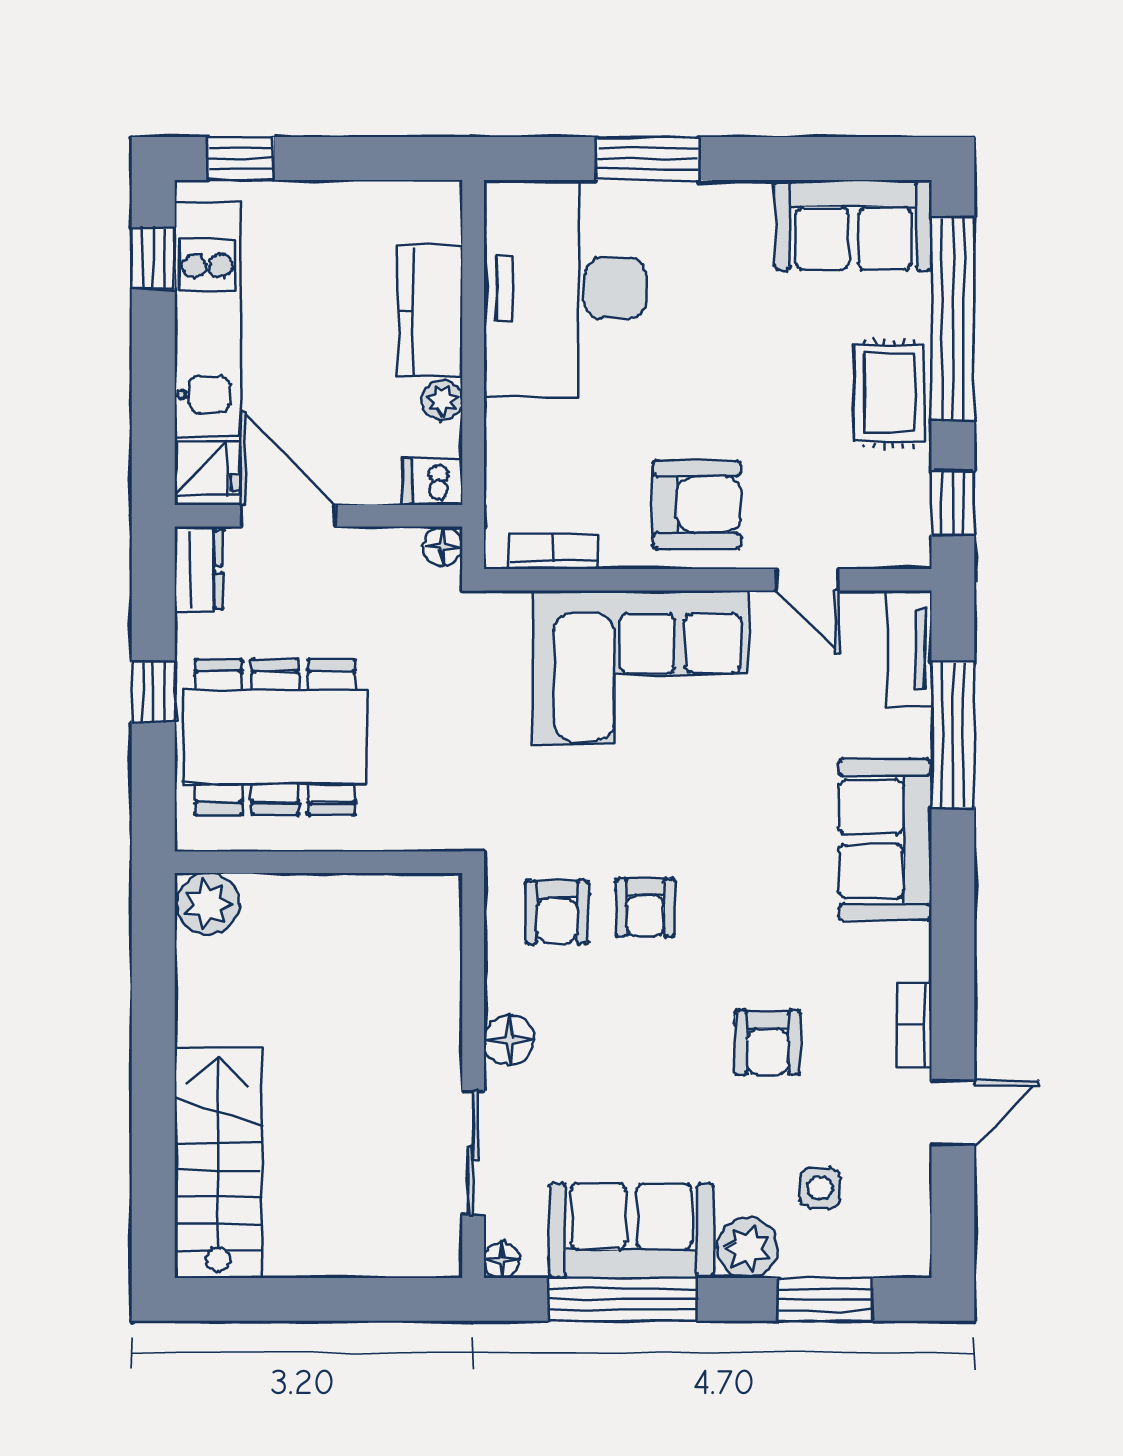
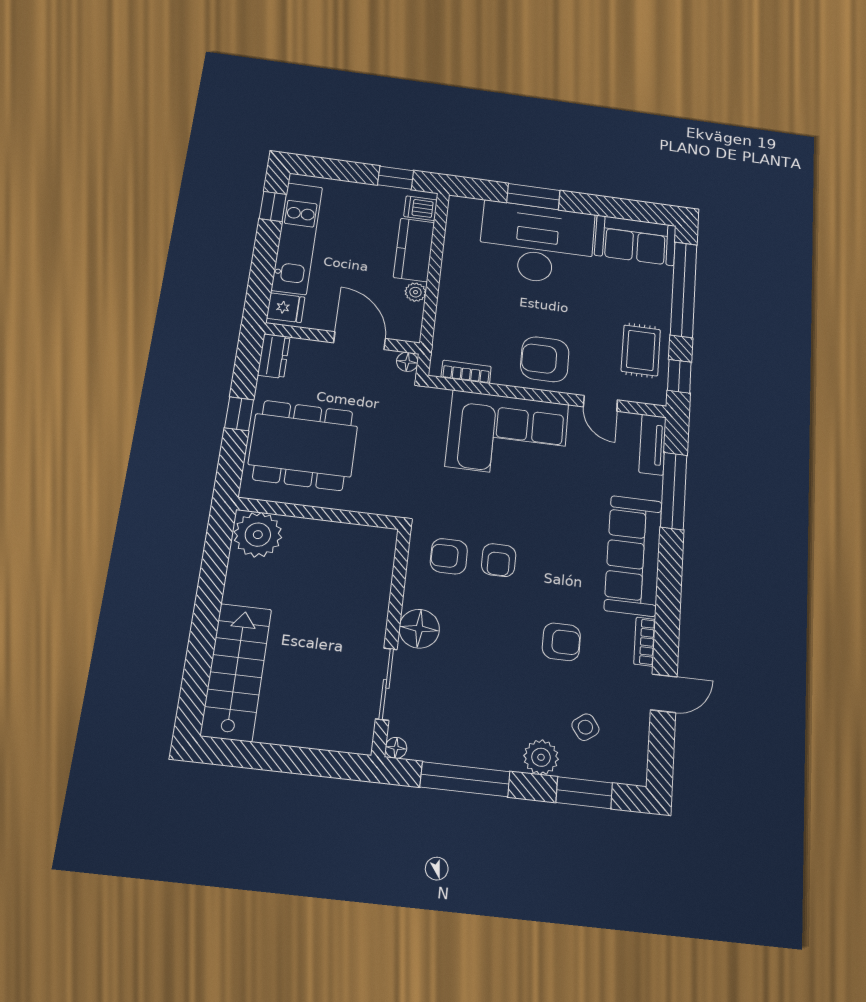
window: (241, 159) -> (396, 178), moved
desk: (565, 288) -> (537, 243), moved, turned 90
rug: (889, 394) -> (641, 350), moved
dishwasher: (432, 482) -> (420, 208), moved
armchair: (697, 504) -> (545, 359), turned 180
door: (288, 516) -> (360, 341), moved
sofa: (885, 839) -> (633, 555), width x1.36
plant: (208, 904) -> (258, 535), width x1.36, depth x1.36
armchair: (557, 912) -> (449, 556), turned 90
floor lamp: (509, 1040) -> (419, 629), width x1.38, depth x1.38
armchair: (768, 1043) -> (561, 642), turned -90
side table: (820, 1188) -> (585, 727), turned -36
sofa: (631, 1231) -> (474, 739), removed

